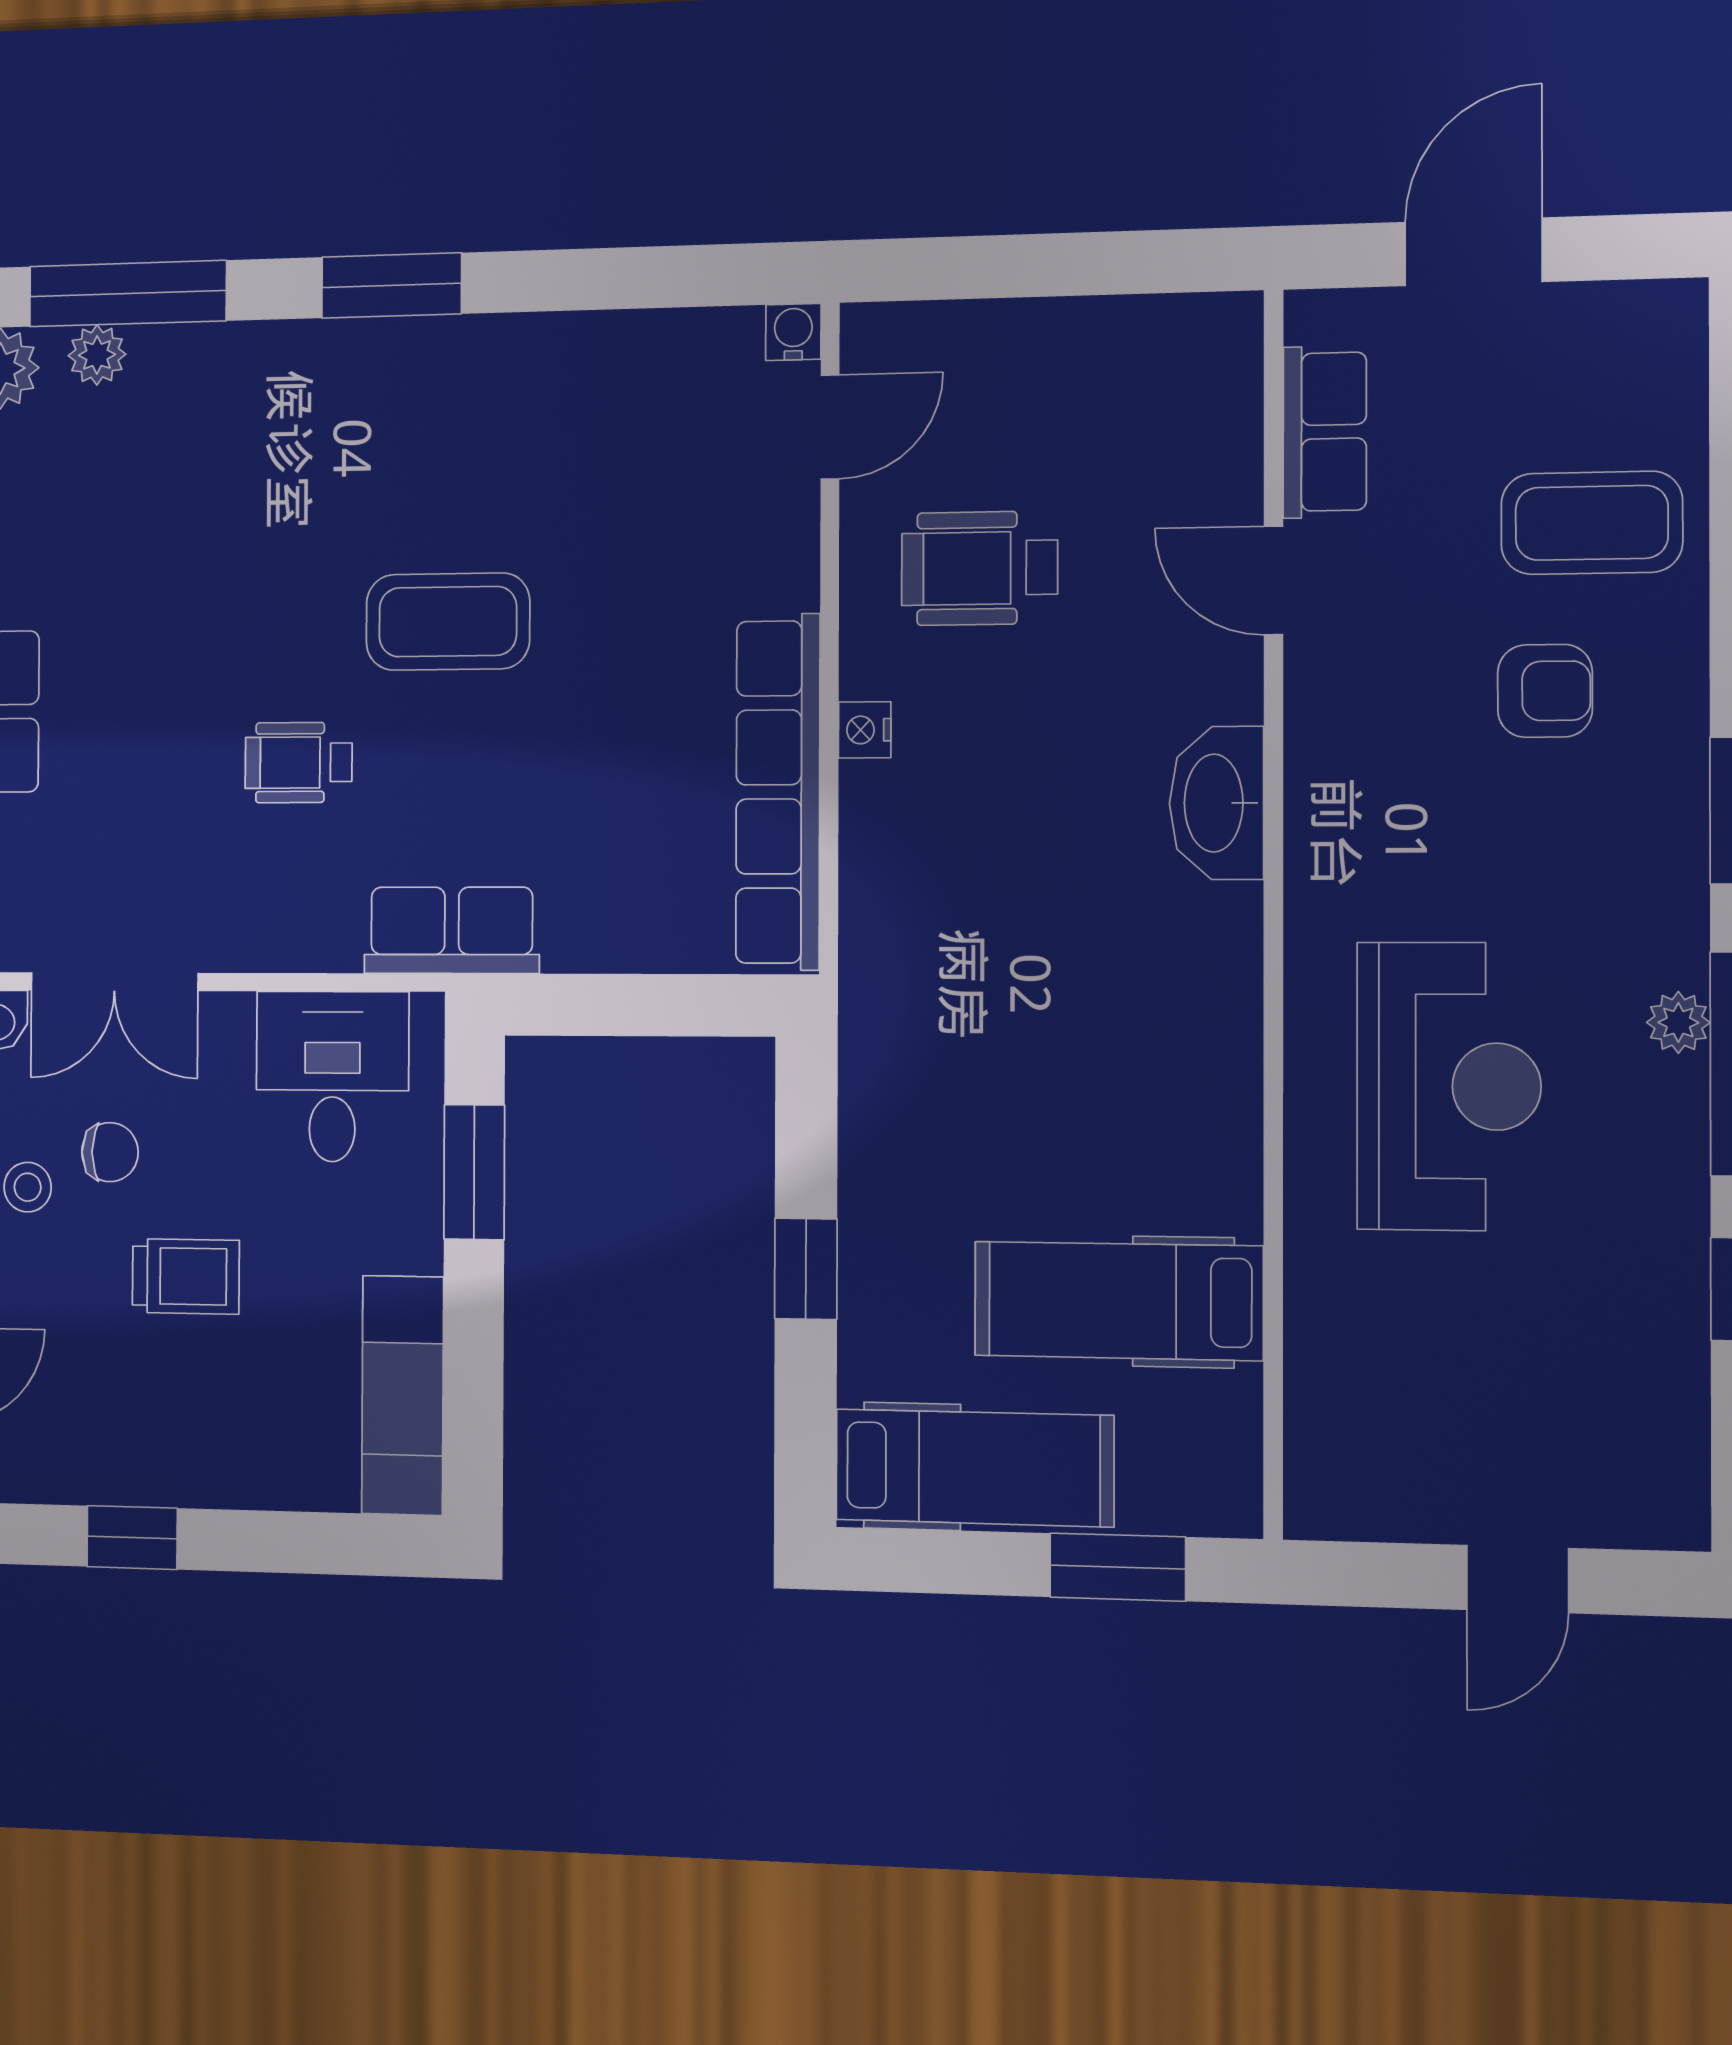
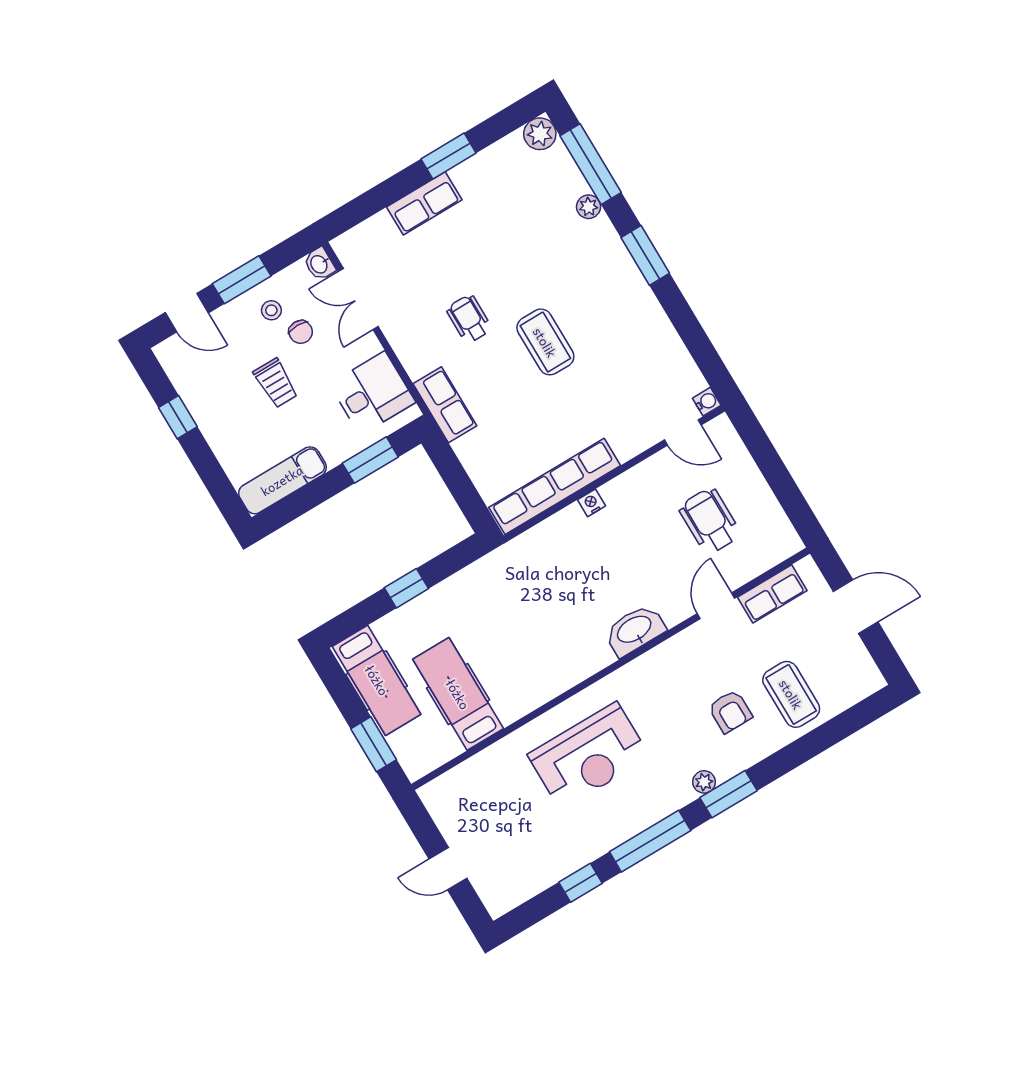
plant: (97, 355) -> (589, 207), moved
wheelchair: (979, 568) -> (710, 521), moved
plant: (1678, 1022) -> (704, 782), moved

